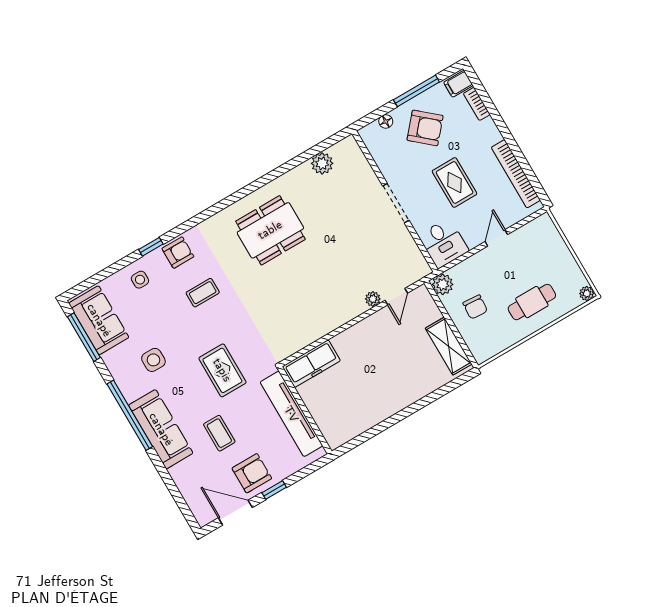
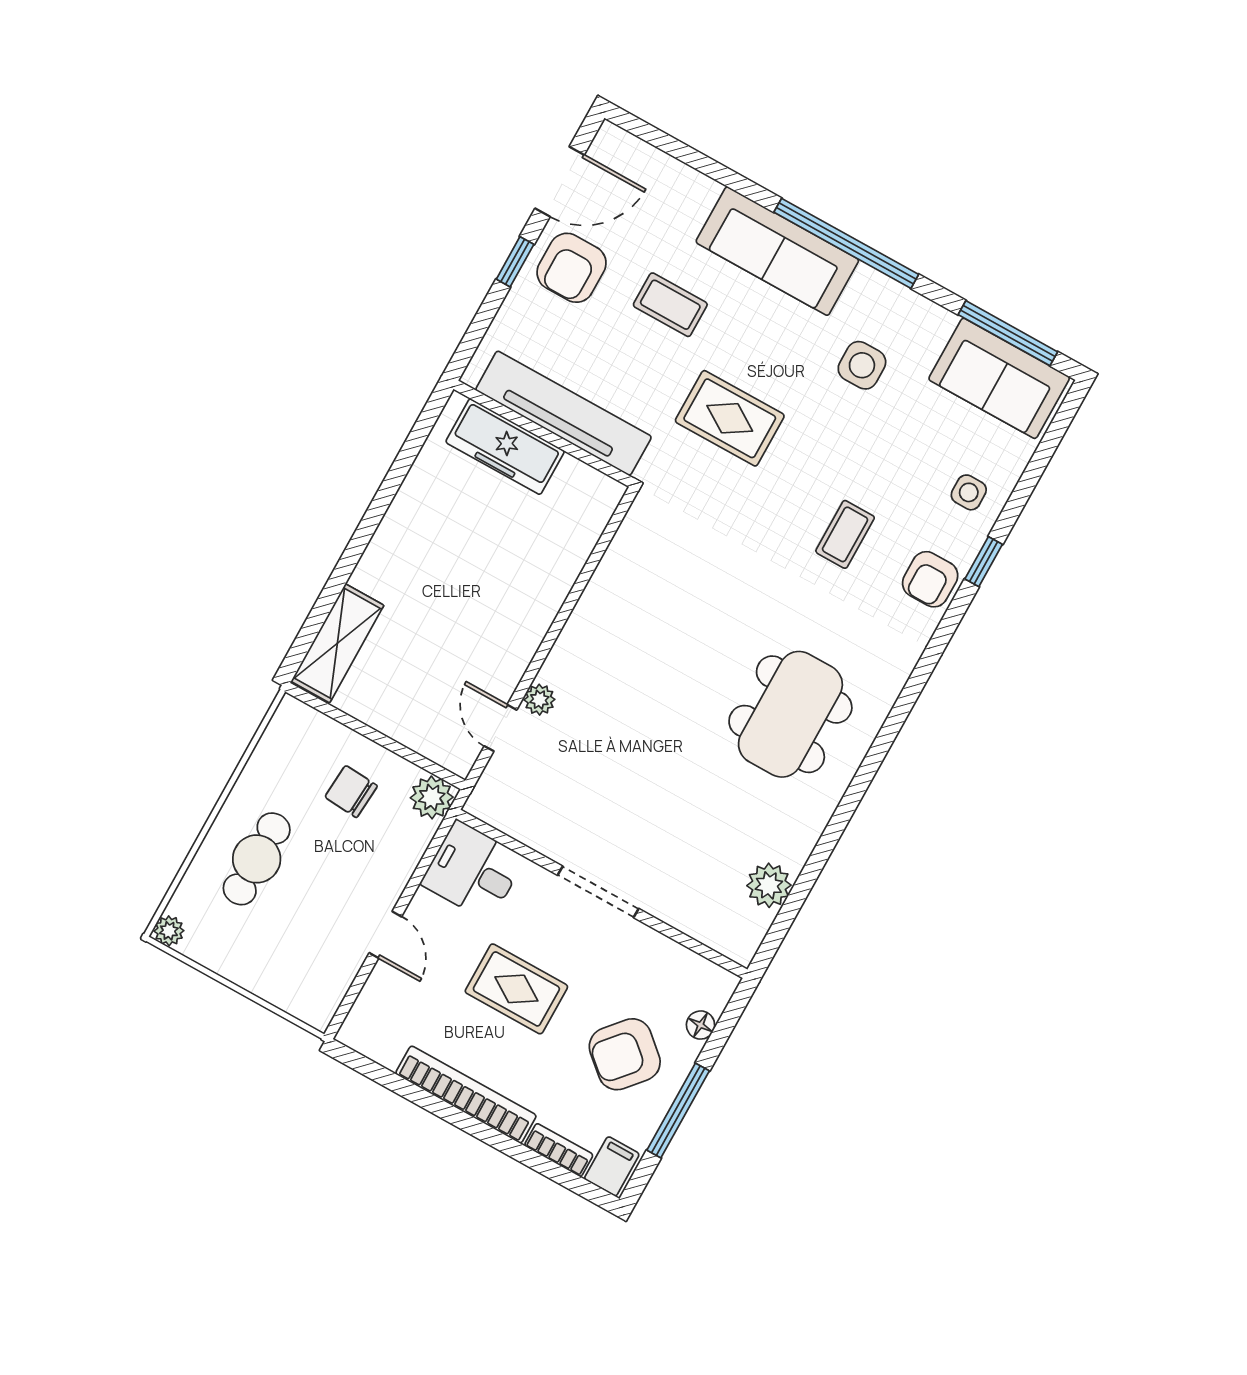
bookcase: (516, 174) -> (466, 1095), moved
shelving: (449, 346) -> (337, 643), moved, turned 90
freezer: (311, 364) -> (505, 447), moved, turned -90

